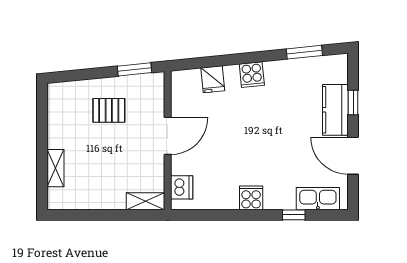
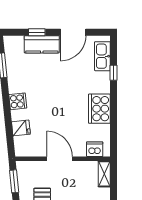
cooker: (251, 198) -> (99, 109), width x1.87, depth x1.31

